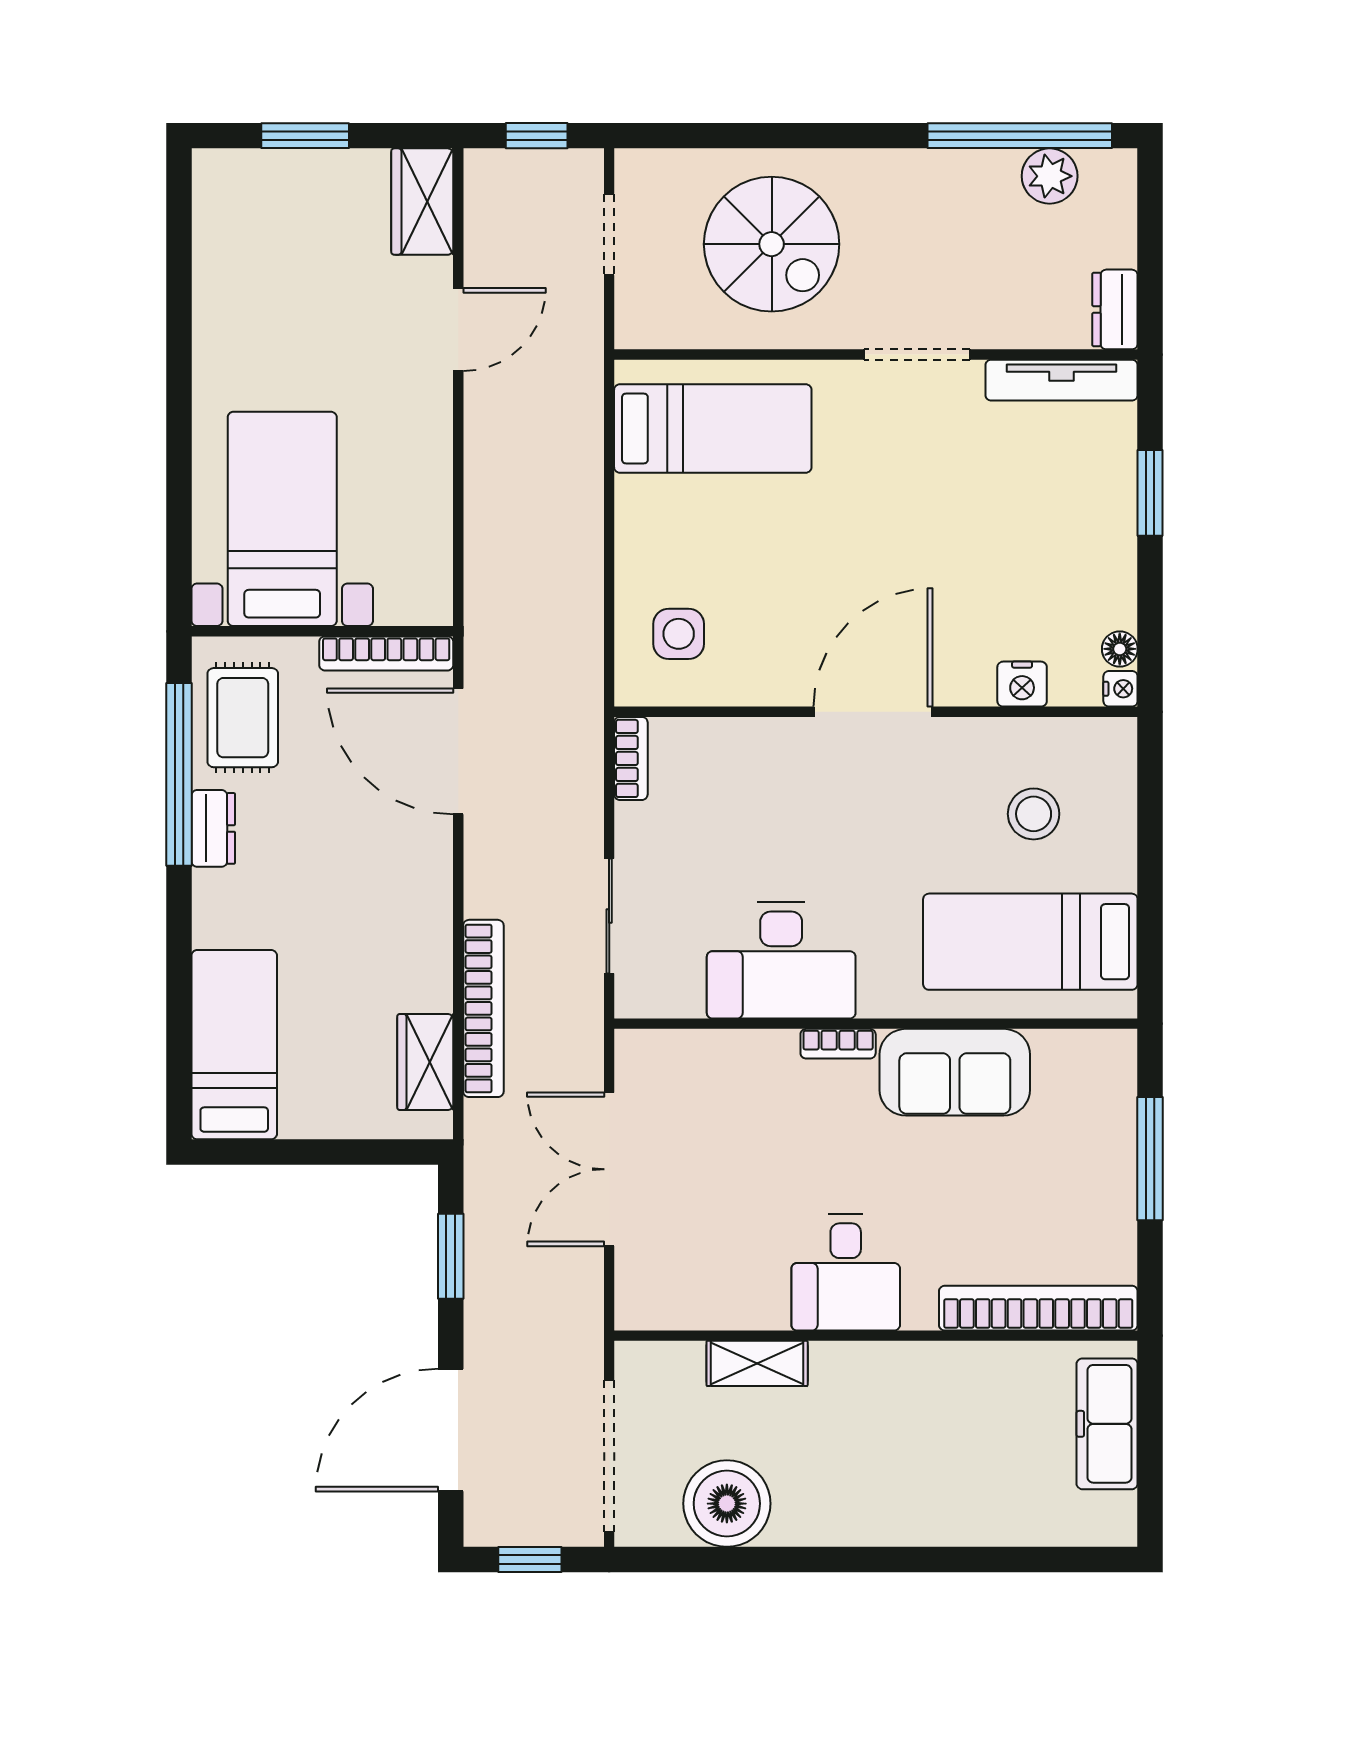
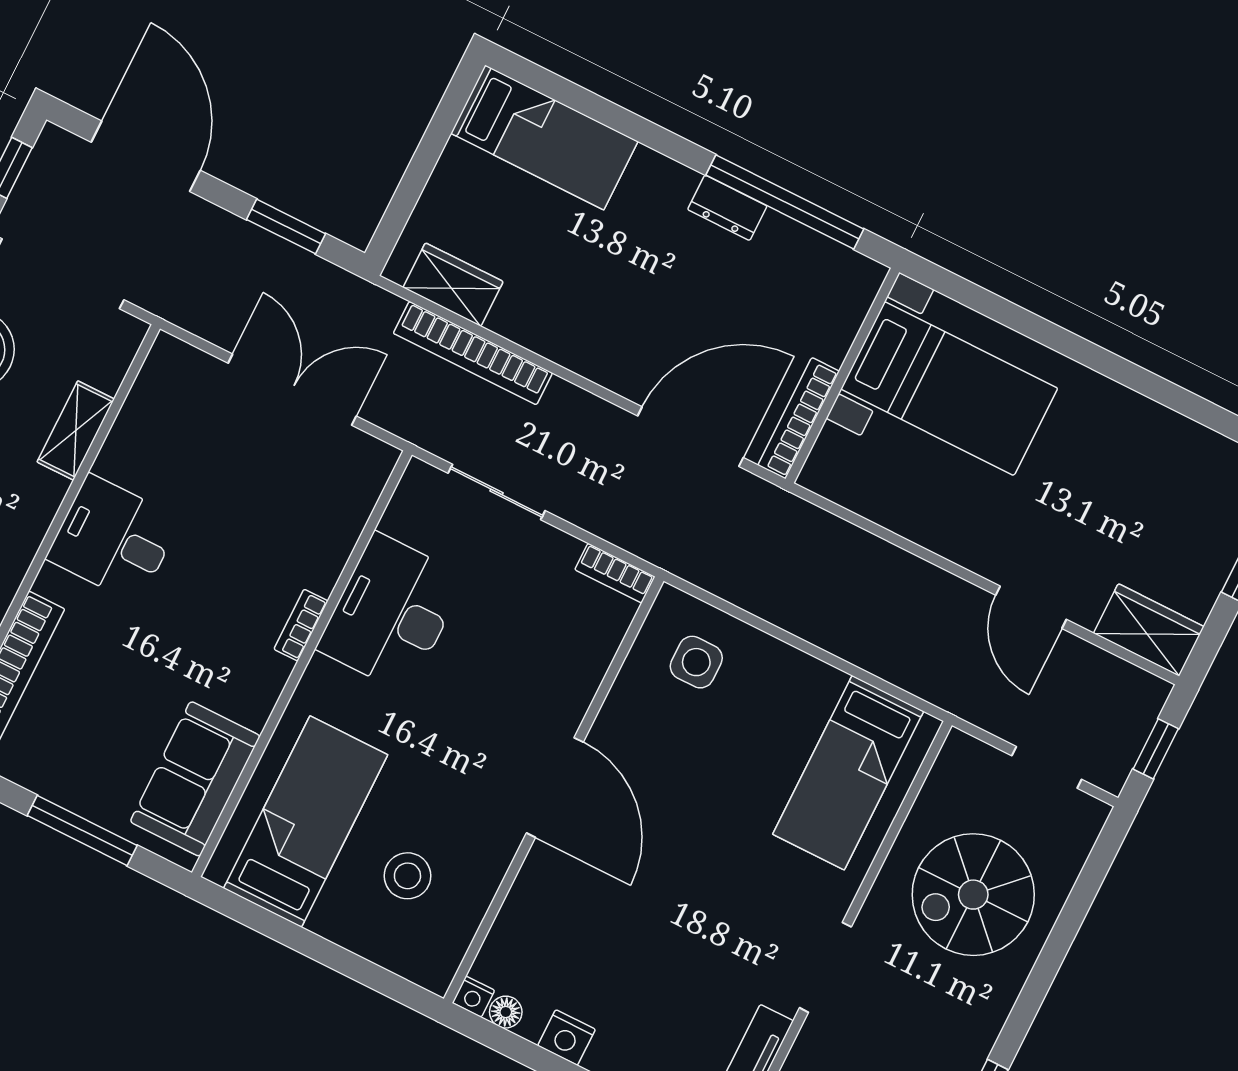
nightstand: (1022, 684) -> (567, 1037), moved, turned -90
rug: (243, 718) -> (805, 276), removed
sofa: (955, 1072) -> (195, 779), moved

